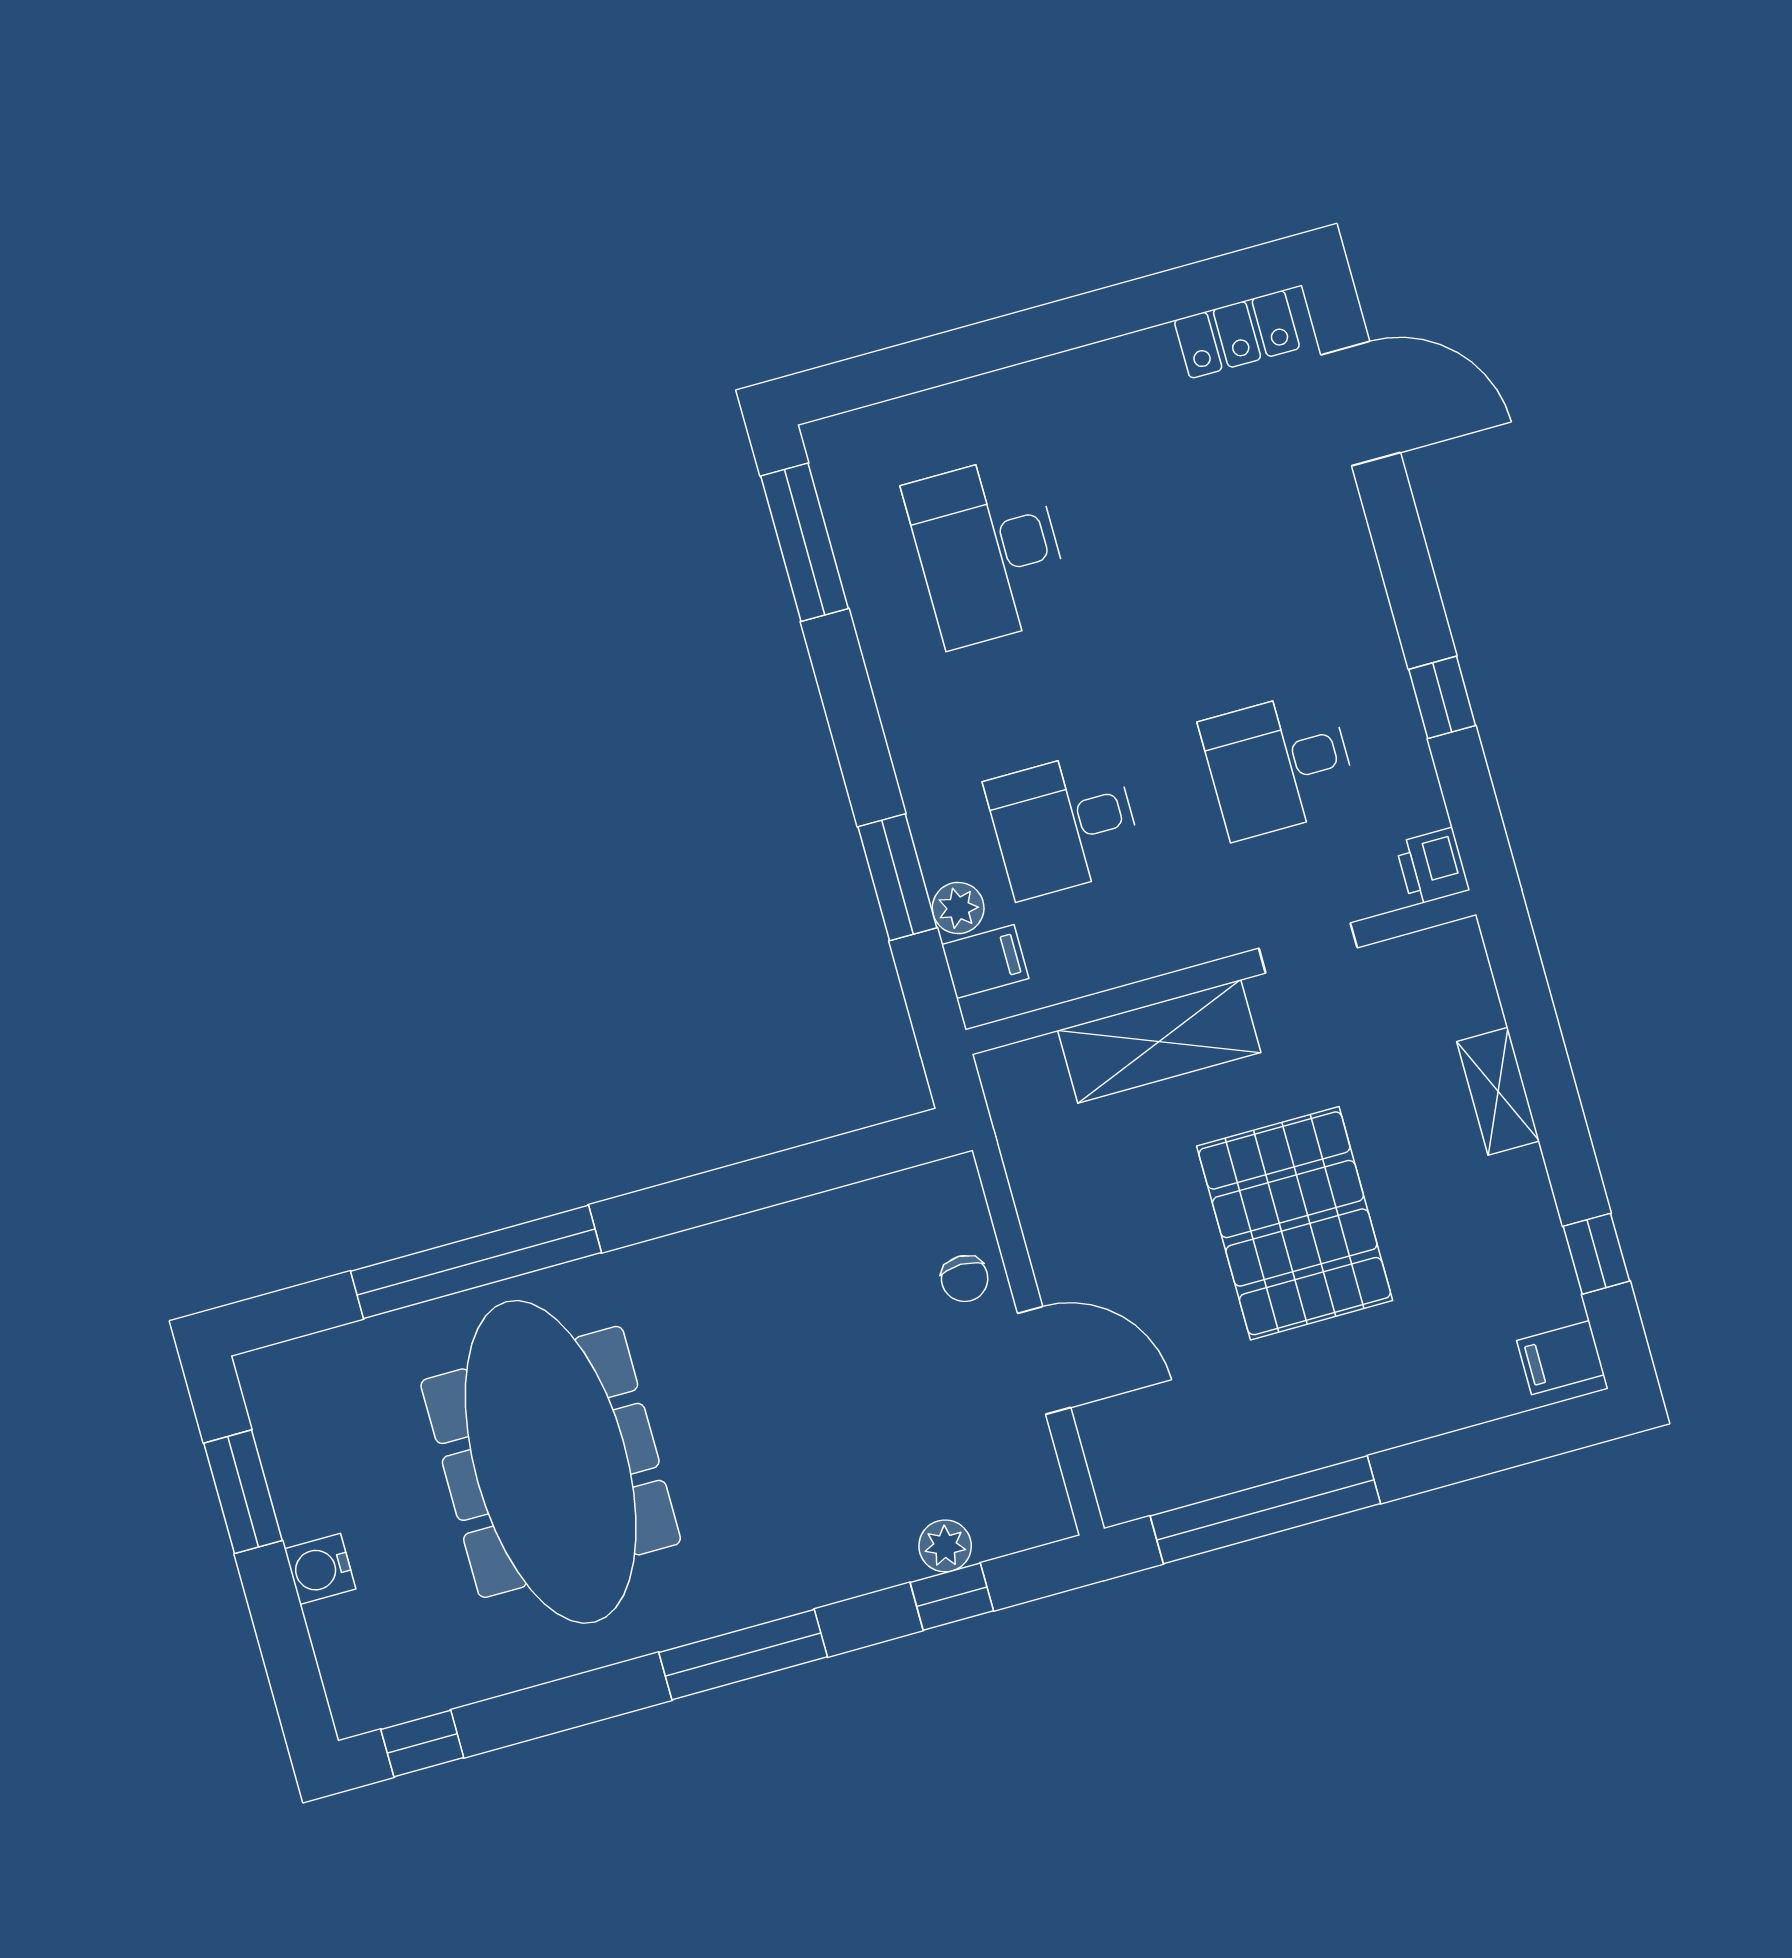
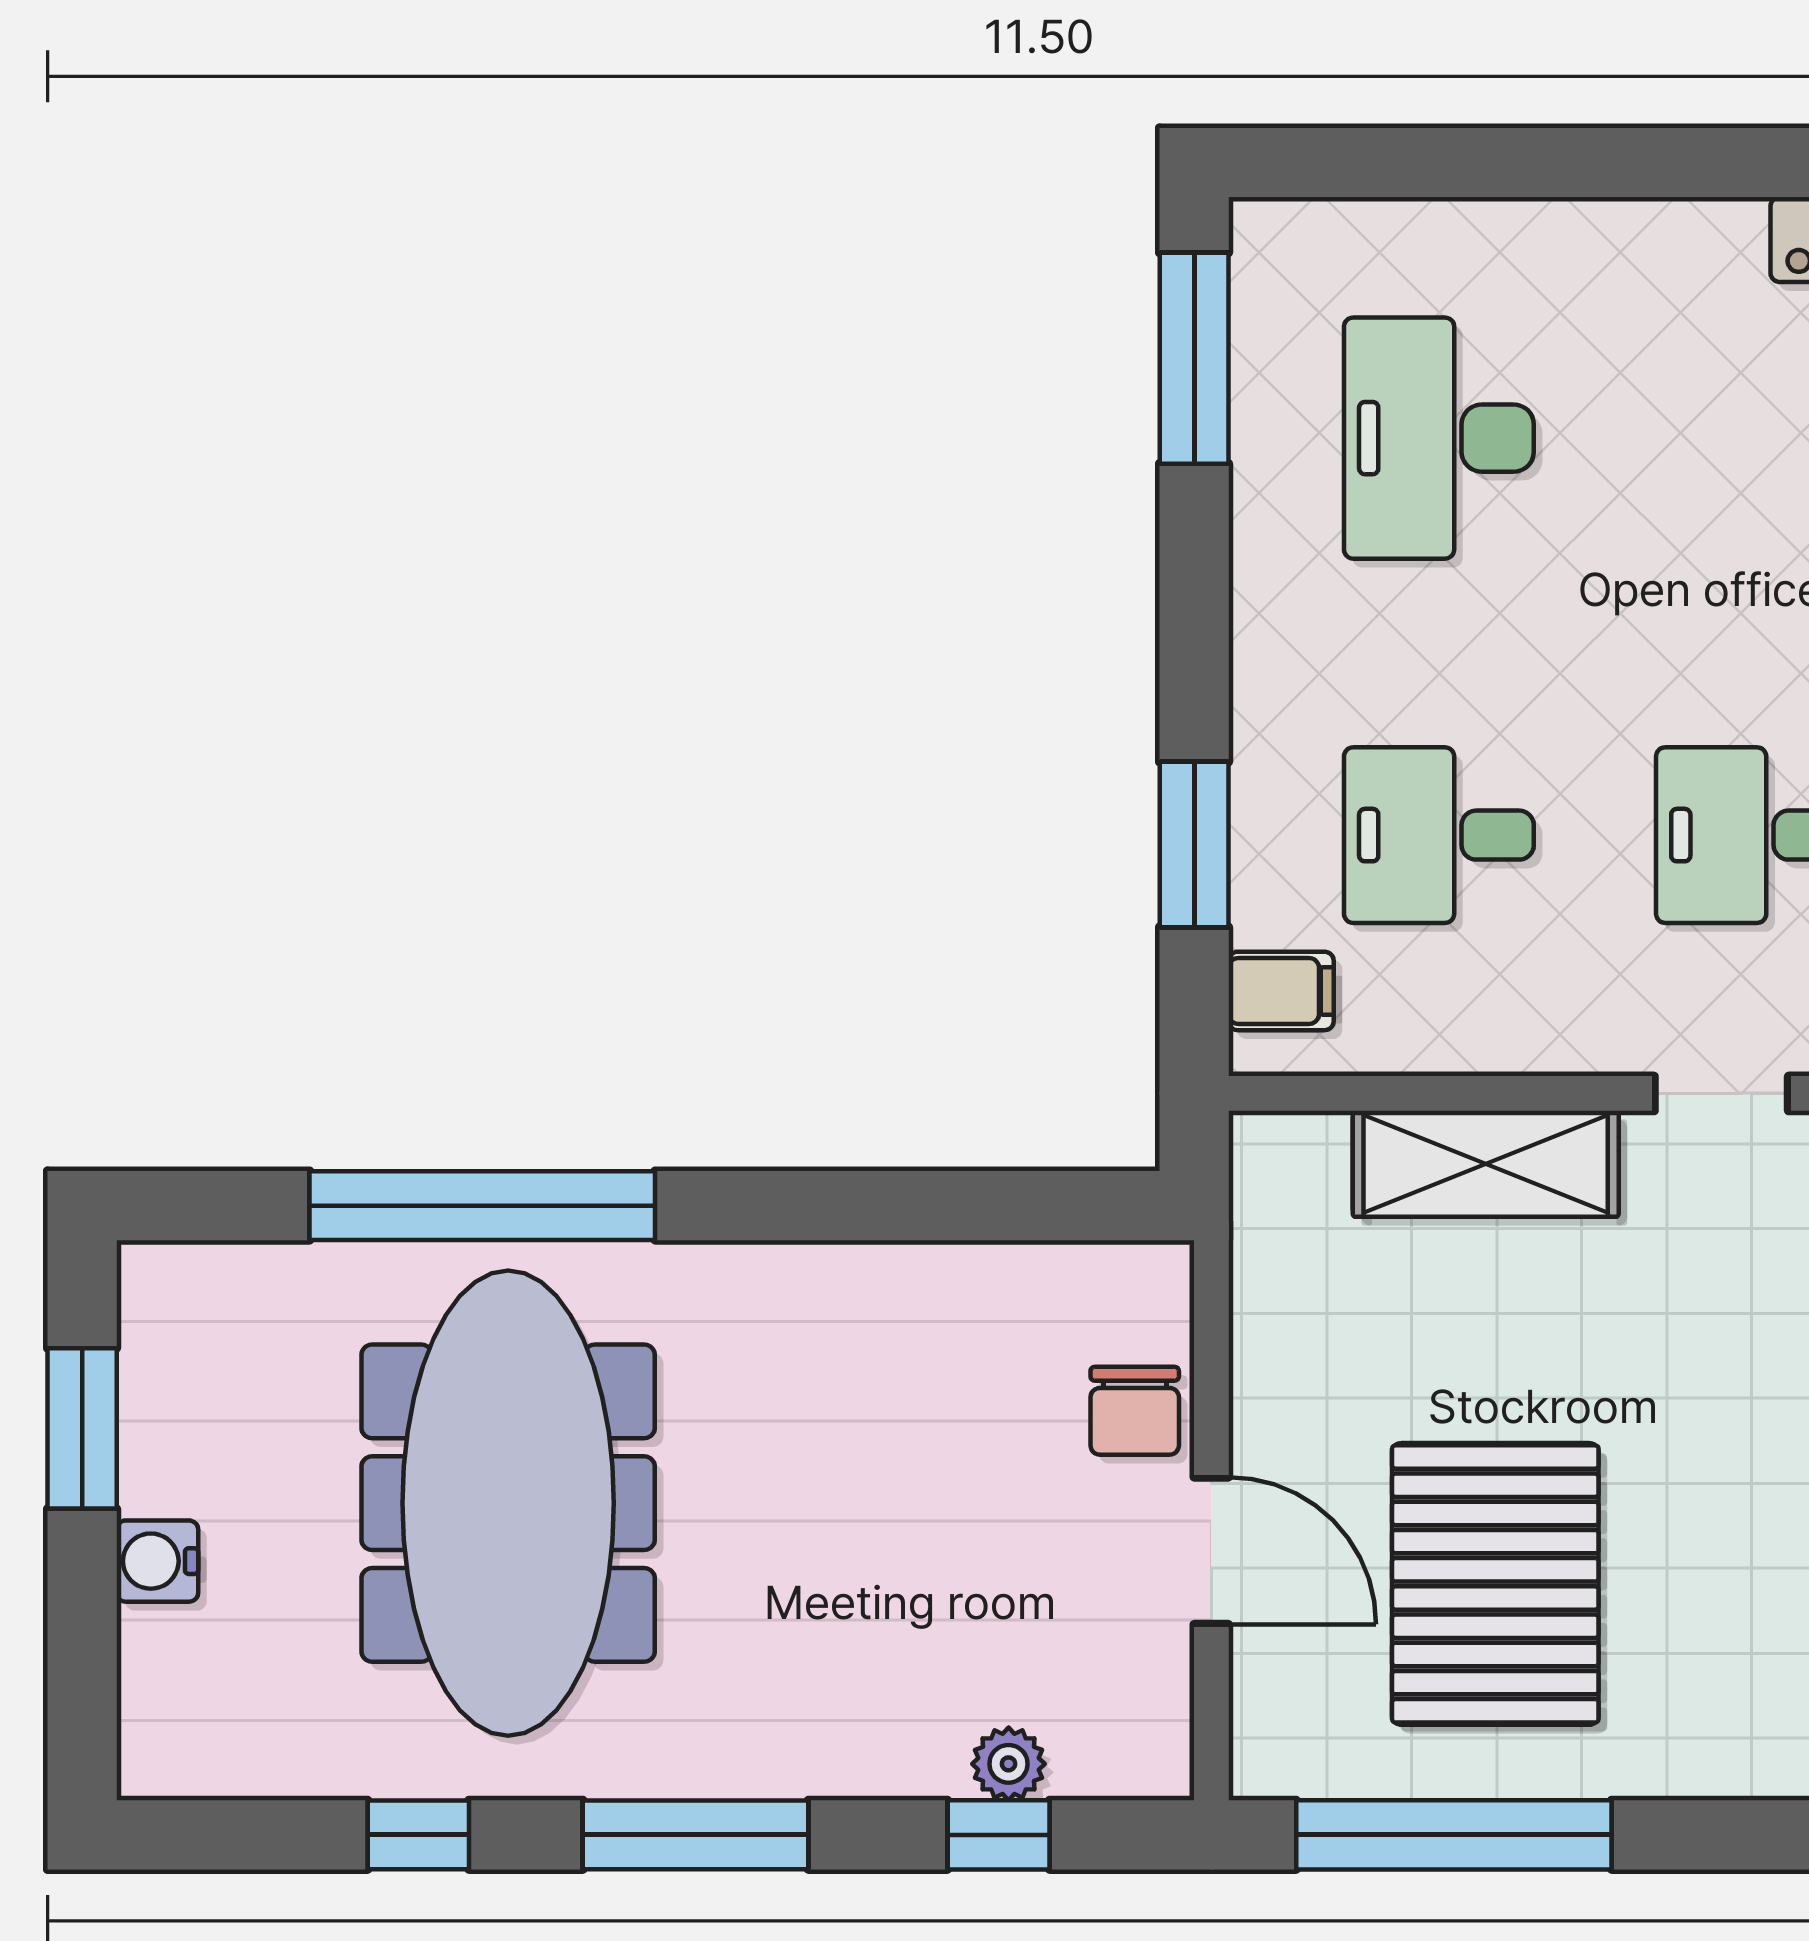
plant: (958, 908) -> (1265, 909), removed
pallet: (1295, 1223) -> (1495, 1584), moved
chair: (965, 1279) -> (1135, 1411), width x1.37, depth x1.37
window: (422, 1744) -> (418, 1835), moved

